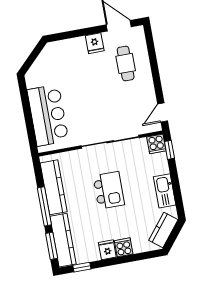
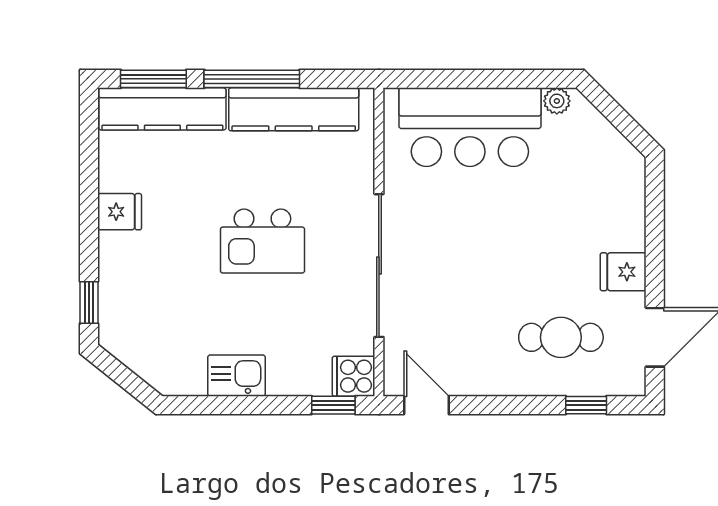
window: (151, 48) -> (586, 405), added
plant: (31, 82) -> (557, 101), added
kitchen sink: (165, 191) -> (237, 376), width x0.73
kitchen counter: (163, 230) -> (143, 356), removed
cooker: (124, 247) -> (118, 252), removed
window: (82, 267) -> (89, 302), moved

